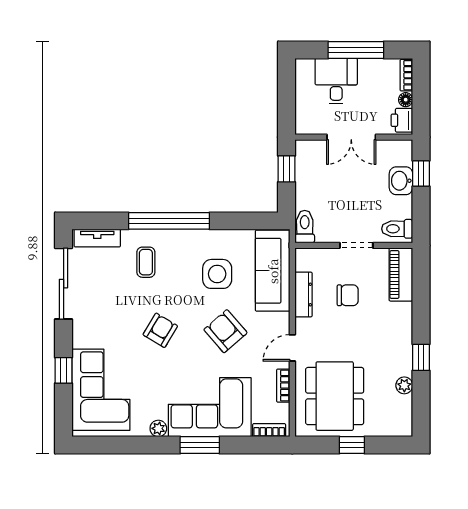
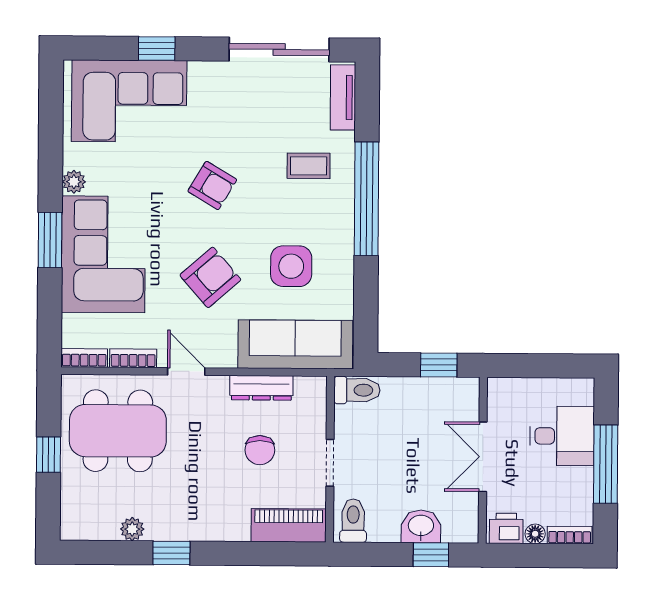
bookcase: (269, 430) -> (84, 358), moved, turned -90

